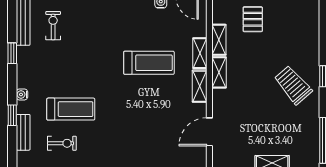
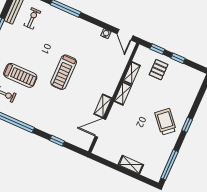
shelving: (200, 53) -> (116, 76), removed
treadmill: (149, 63) -> (64, 72), moved, turned 90
shelving: (200, 86) -> (103, 106), moved

